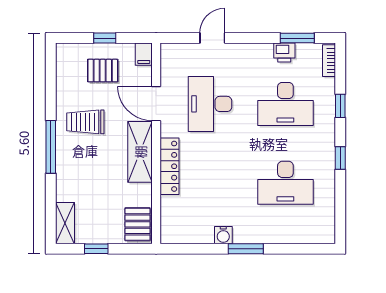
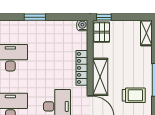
water cooler: (223, 235) -> (82, 26), moved
window: (96, 249) -> (104, 17), moved

